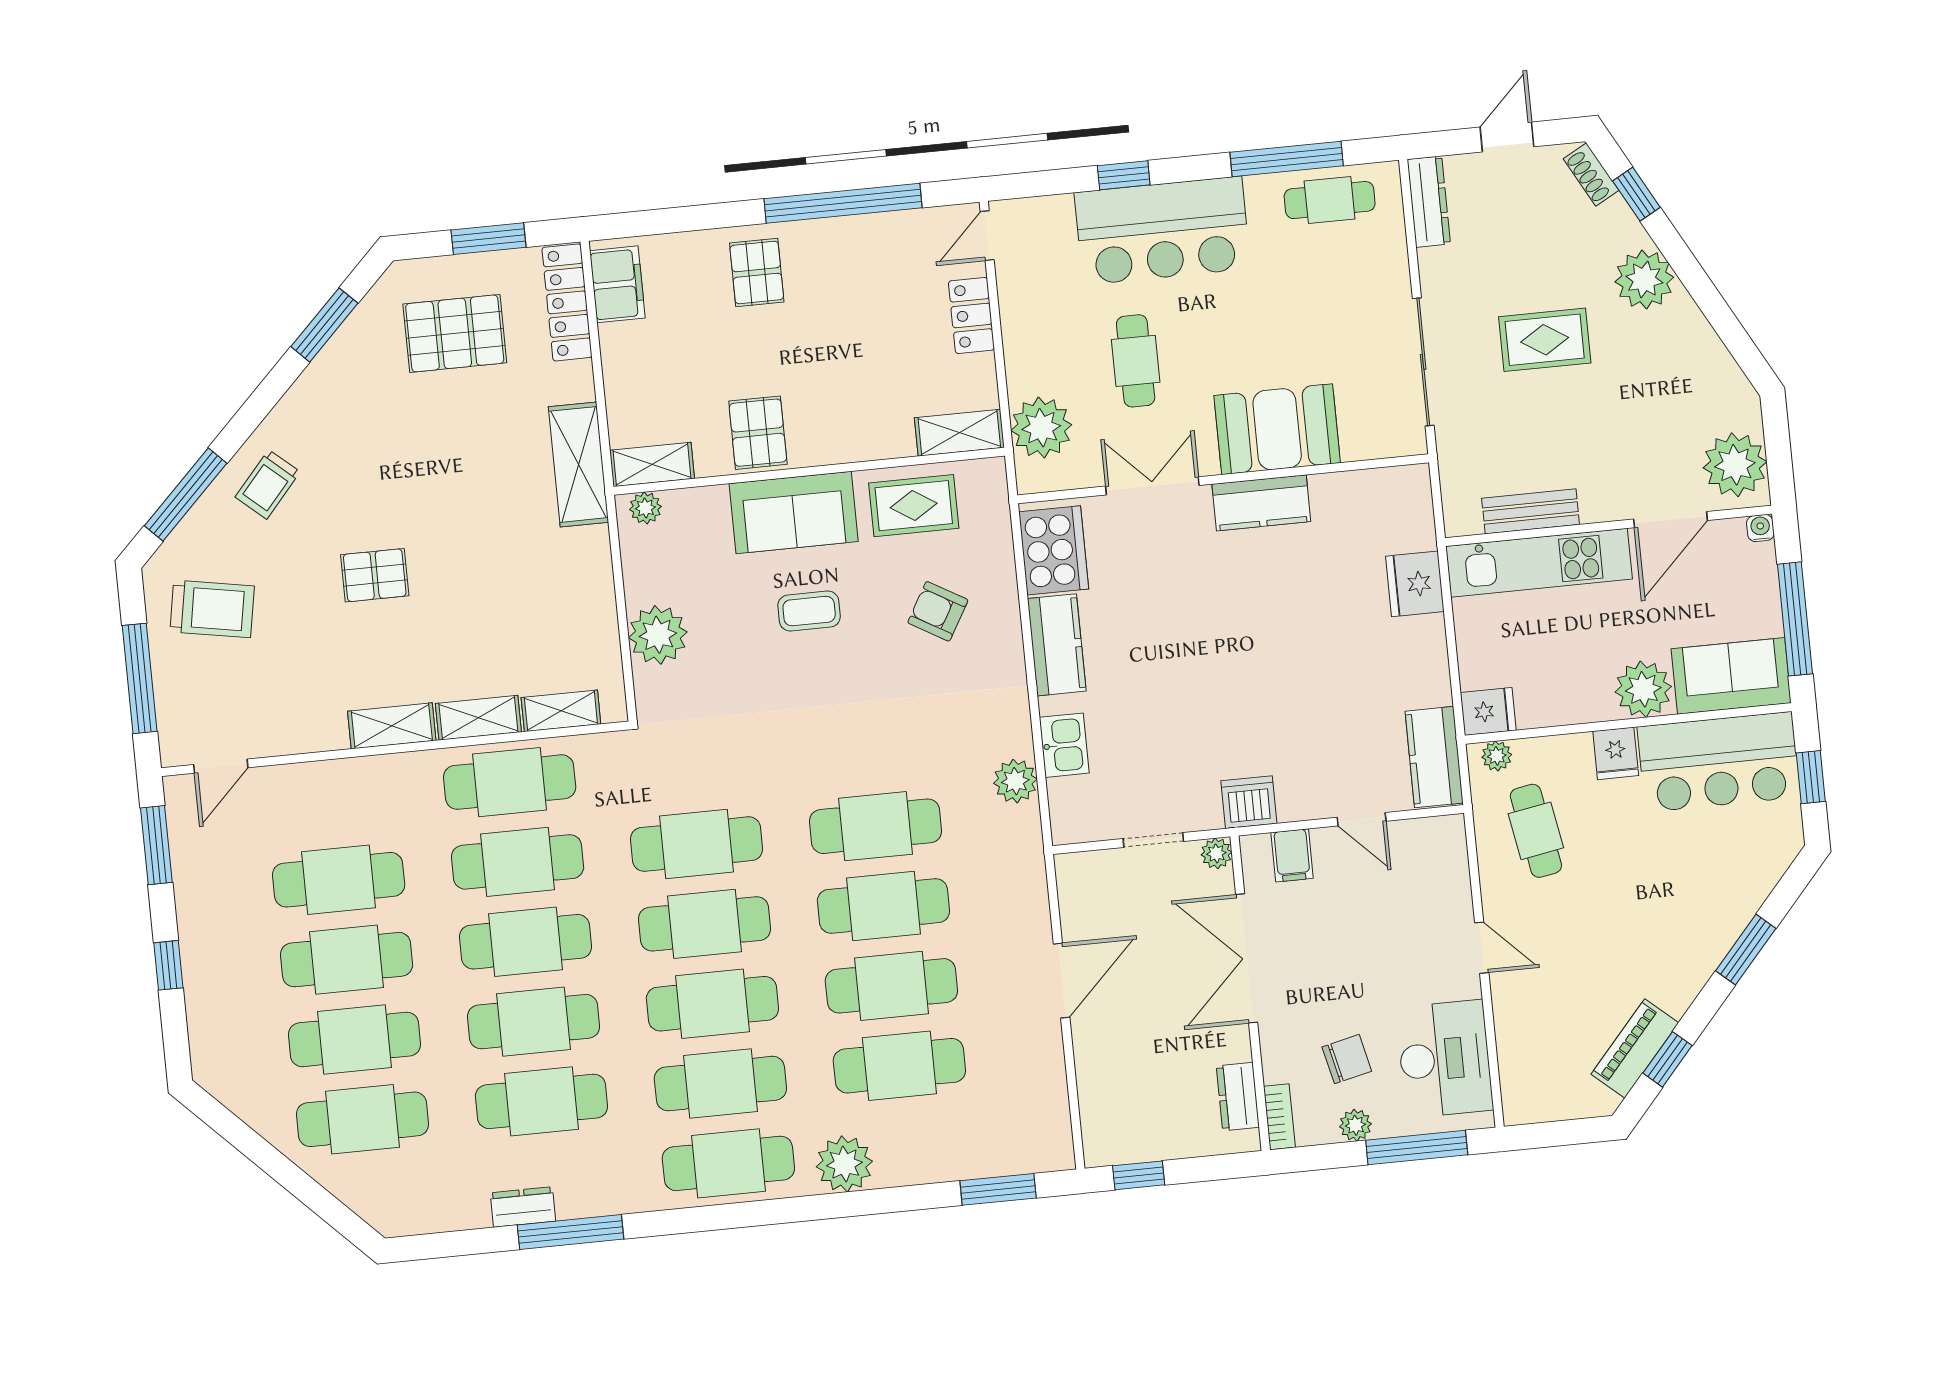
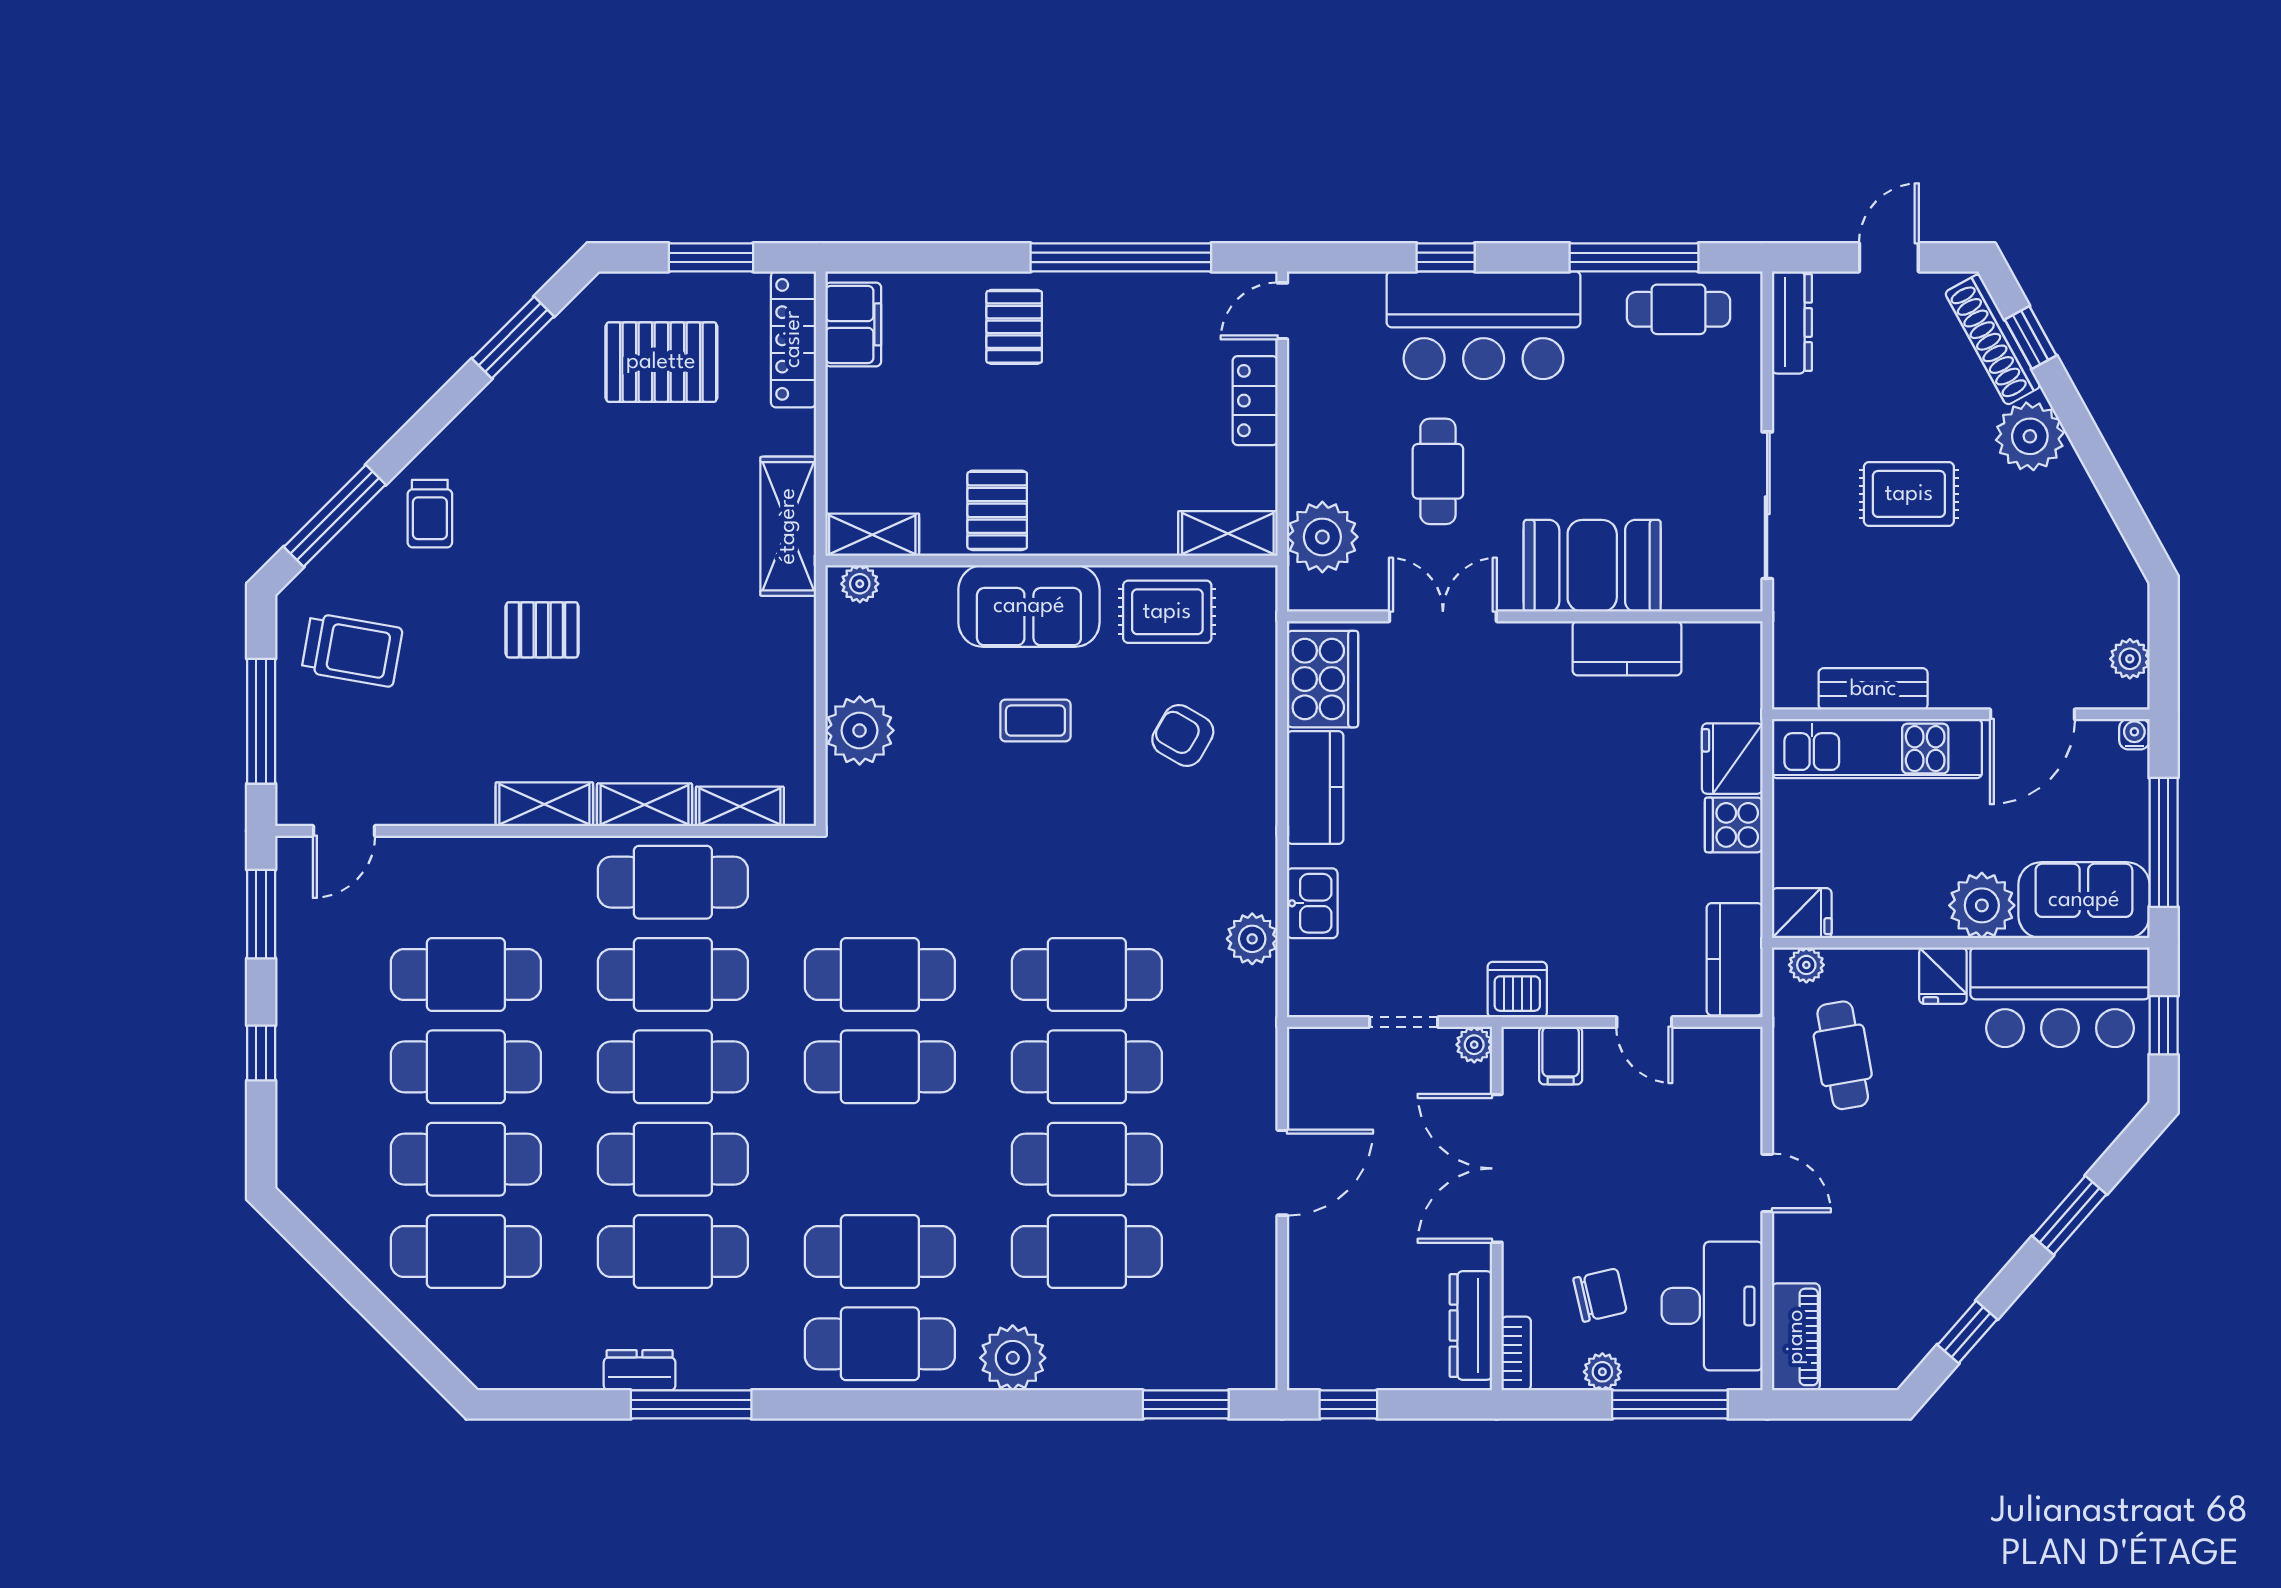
shoe rack: (1591, 175) -> (1993, 339), width x1.94, depth x1.24
plant: (1735, 465) -> (2130, 659), width x0.53, depth x0.53
trolley: (268, 484) -> (430, 514), turned -41
kitchen counter: (1261, 503) -> (1627, 648), moved
cooker: (1422, 641) -> (1734, 825), added
cafe table: (712, 1004) -> (880, 1159), removed
piano: (1635, 1048) -> (1796, 1337), moved, turned 139
dresser: (1238, 1097) -> (1471, 1326), width x1.44

